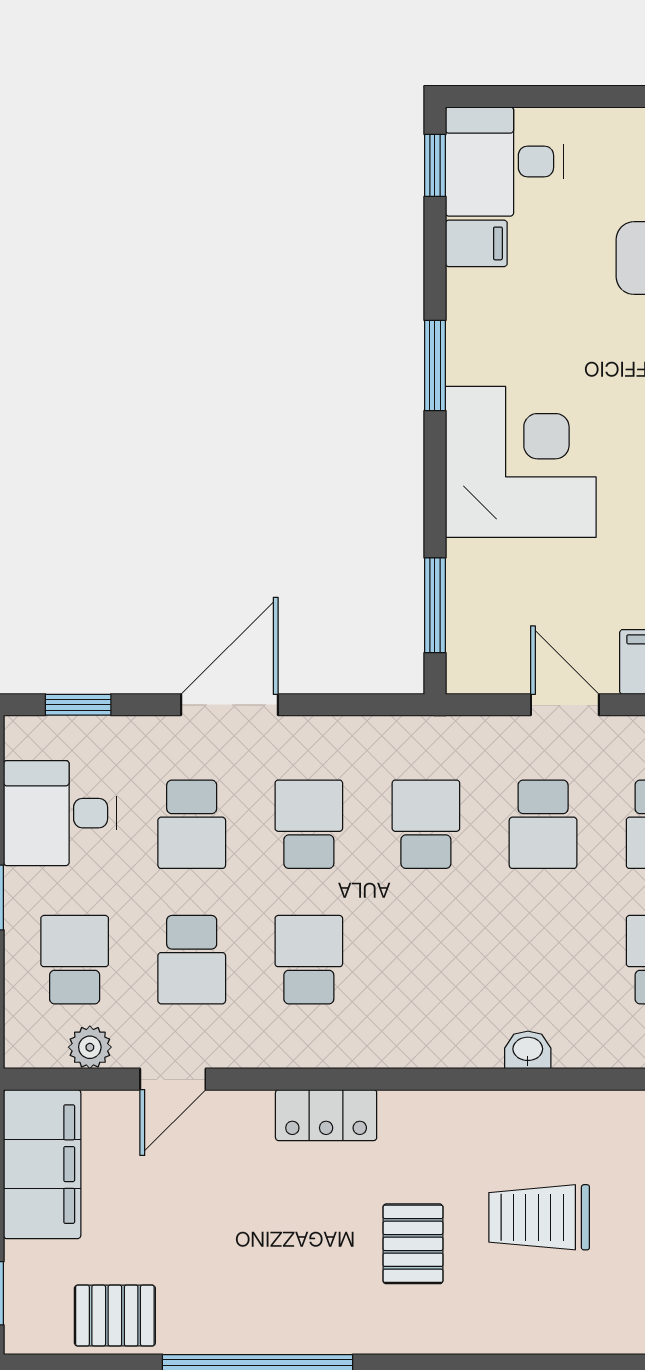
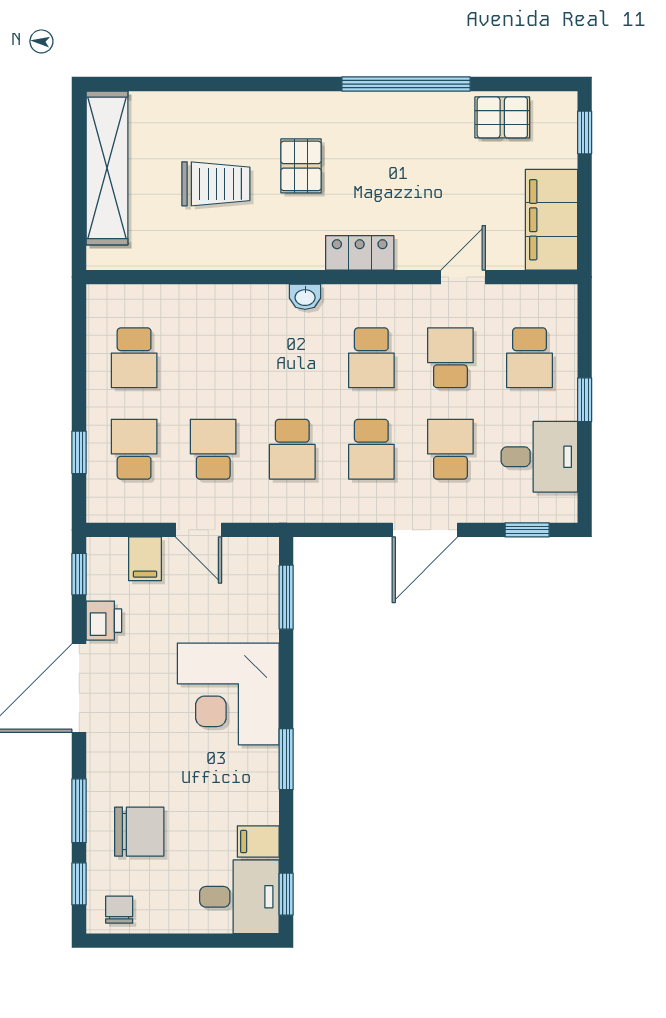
plant: (90, 1047) -> (519, 299), removed
washbasin: (528, 1050) -> (305, 297), moved

